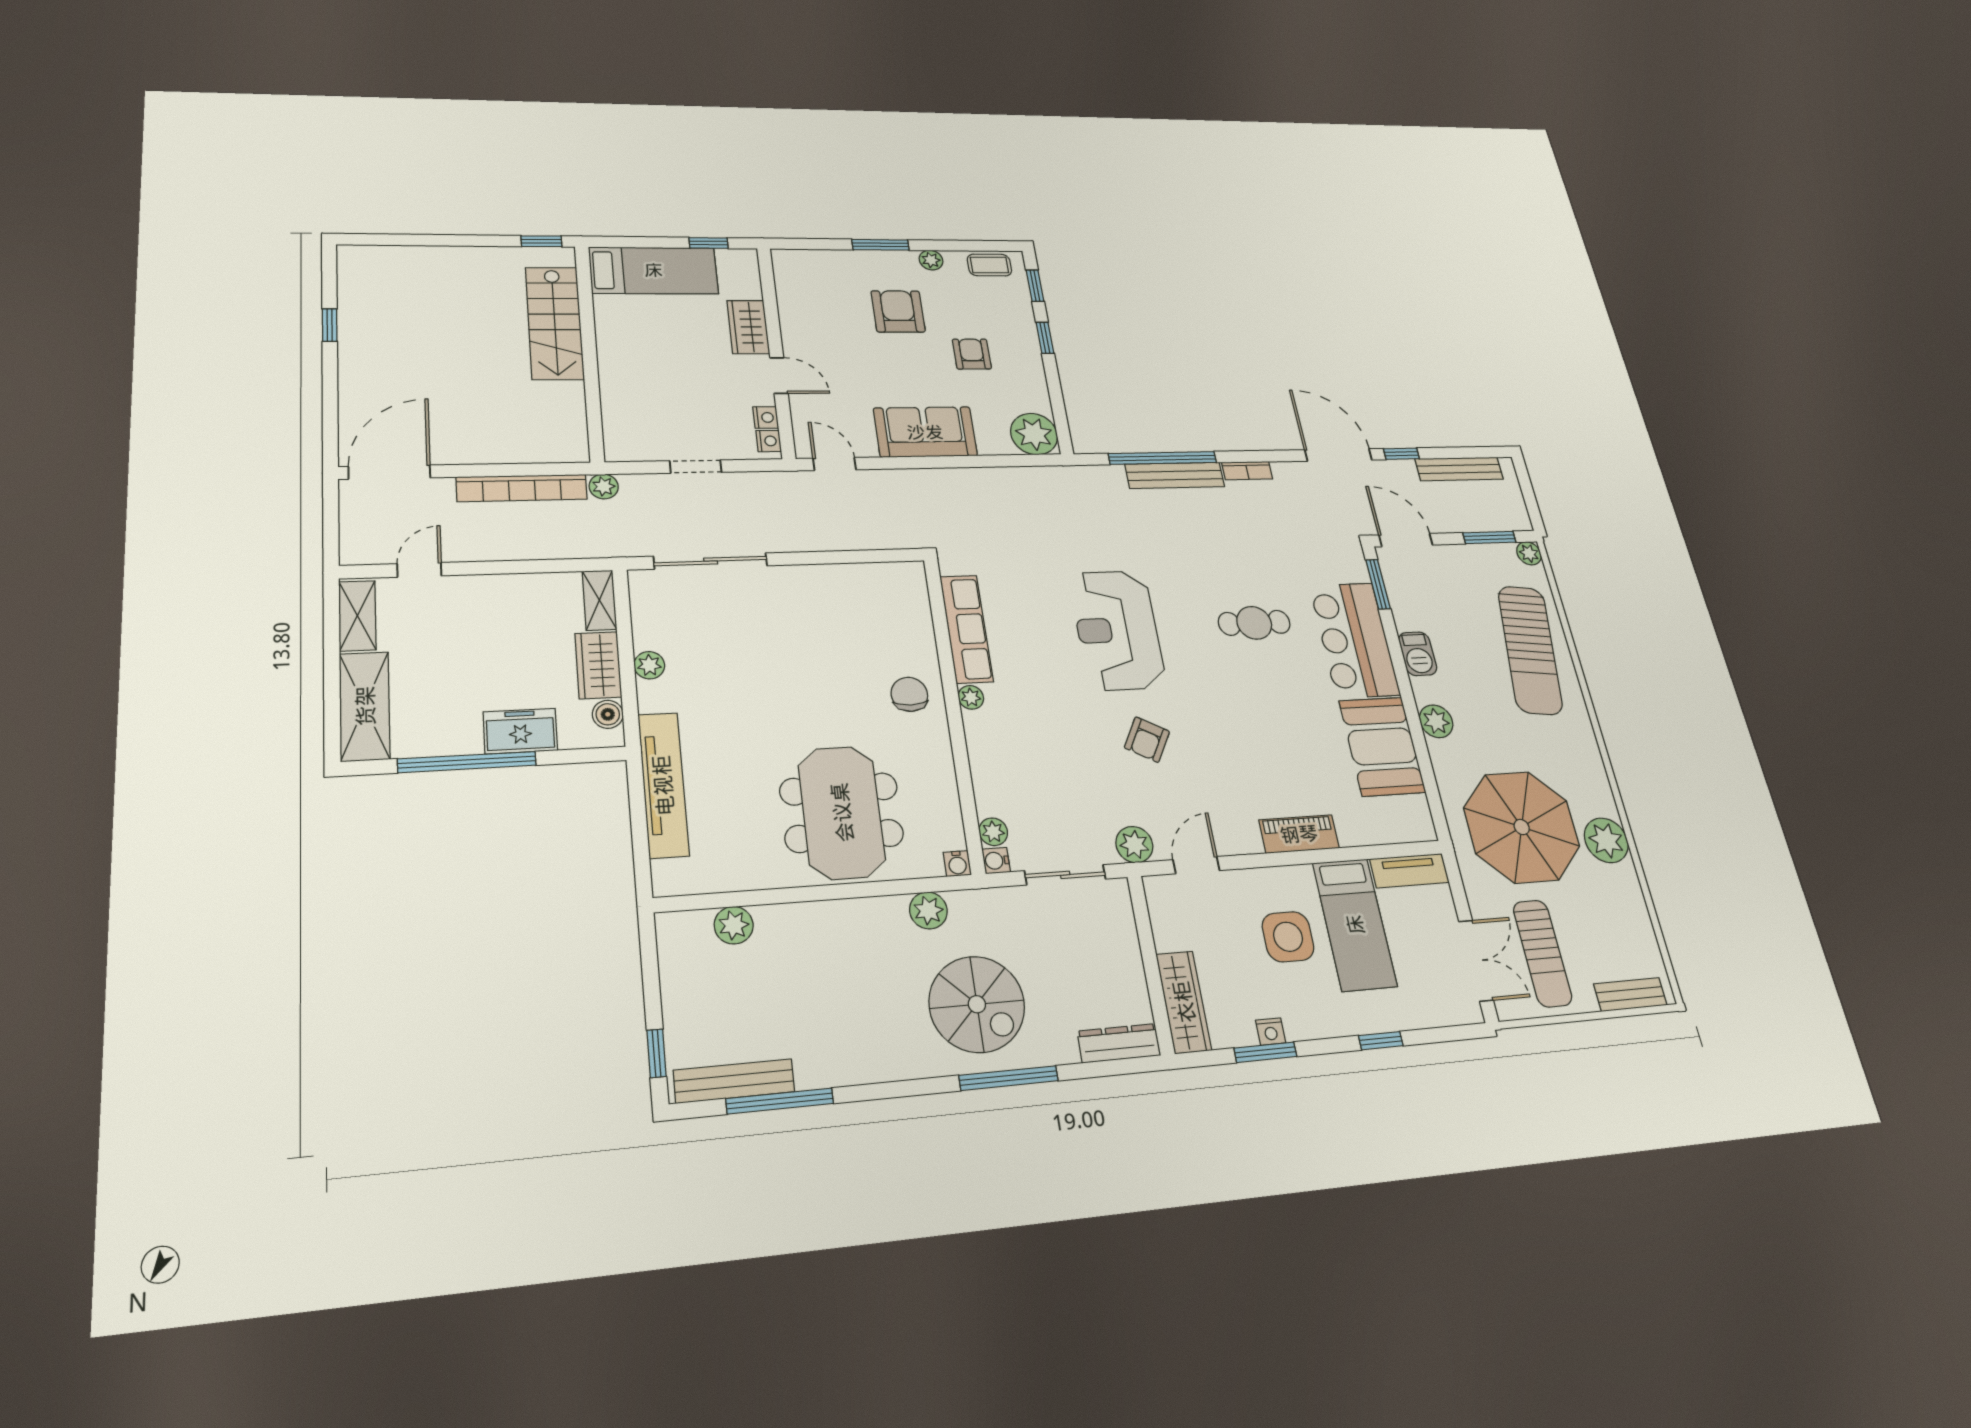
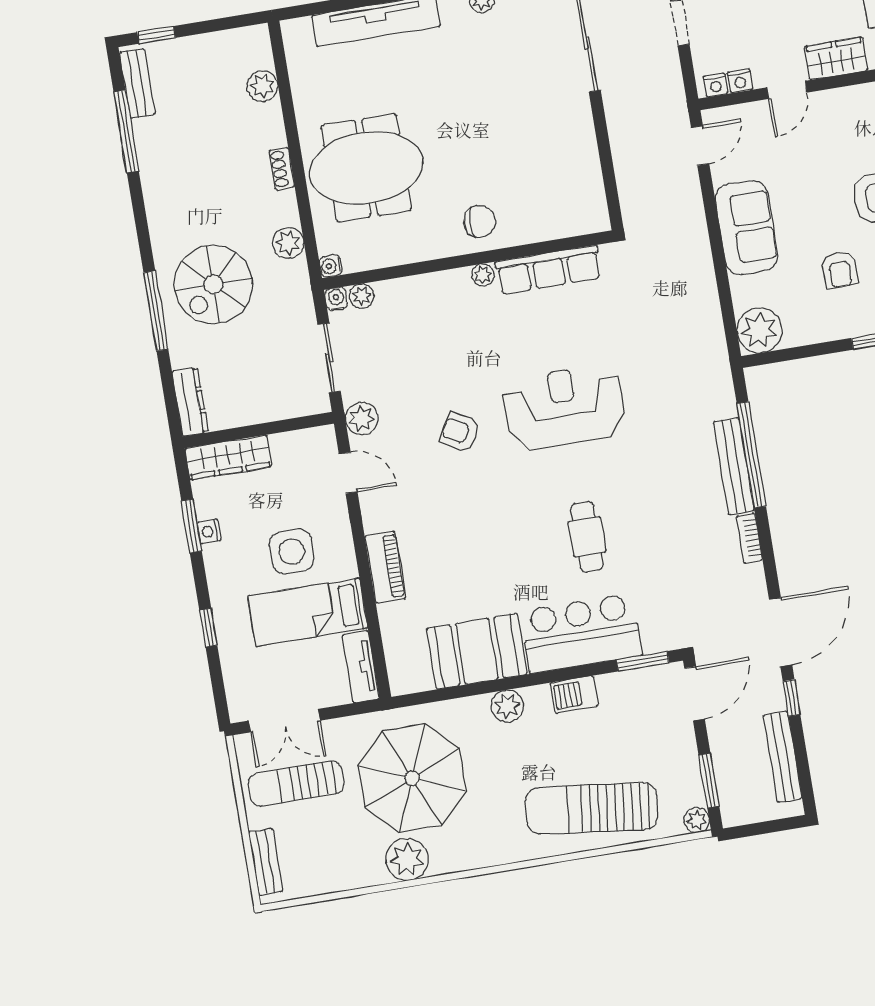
armchair: (972, 354) -> (840, 270), turned 90
shoe rack: (838, 910) -> (282, 169), added
bench: (734, 1081) -> (137, 83), width x0.73

